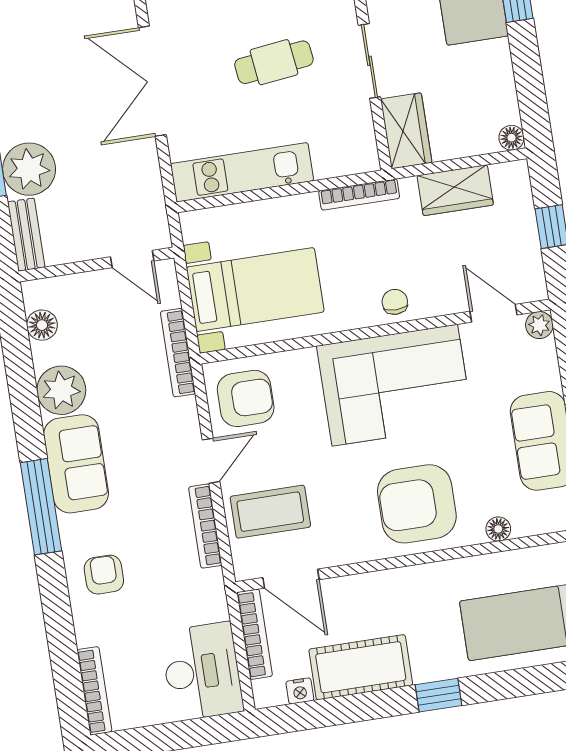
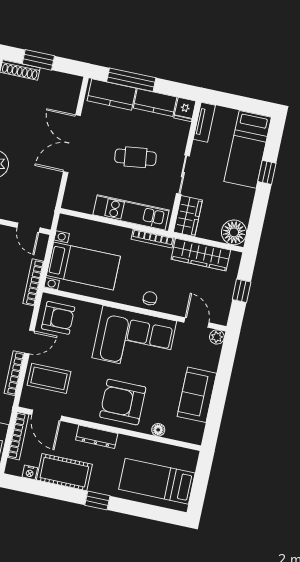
floor lamp: (512, 138) -> (234, 232), width x1.89, depth x1.89
kitchen unit: (242, 172) -> (131, 212), moved
wardrobe: (455, 190) -> (201, 255), width x1.50
dresser: (394, 583) -> (97, 437), added

